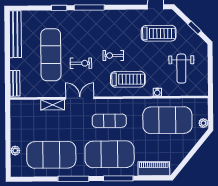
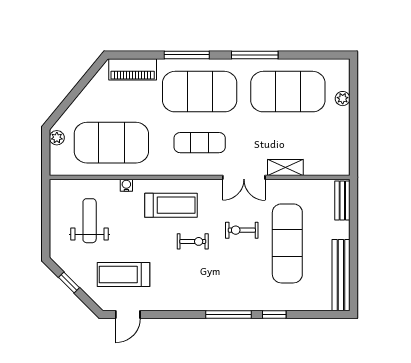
treadmill: (128, 79) -> (171, 205), turned 180

